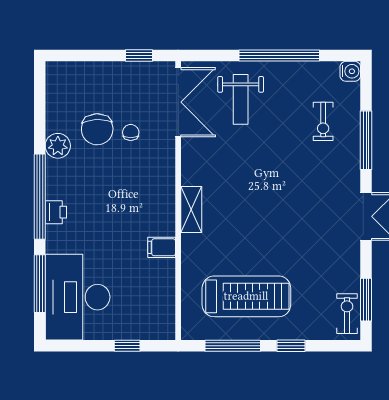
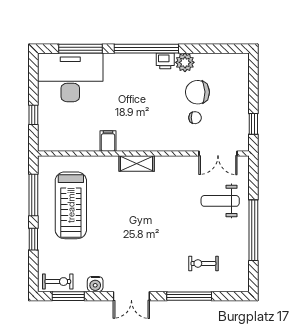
water cooler: (350, 71) -> (95, 284), moved
double door: (178, 102) -> (218, 154), width x0.73
printer: (56, 212) -> (165, 61), moved

